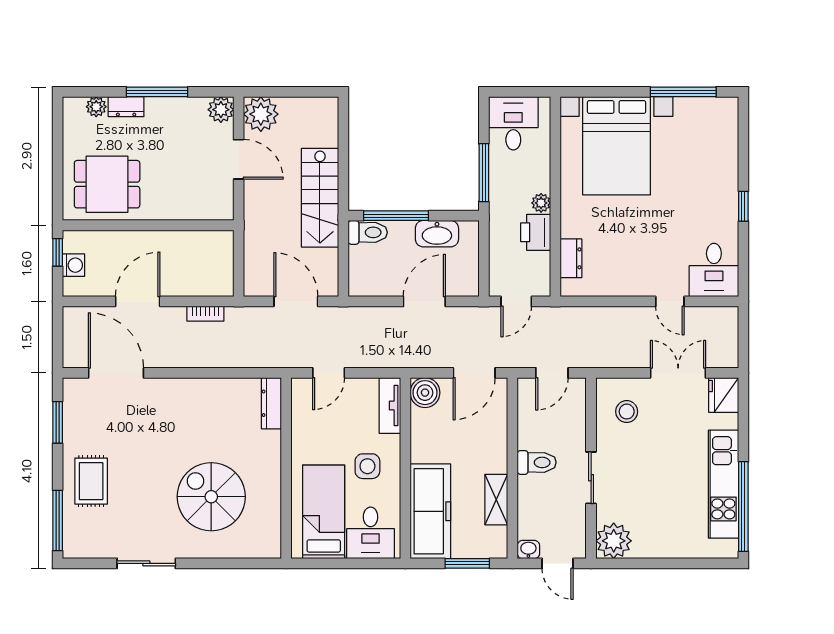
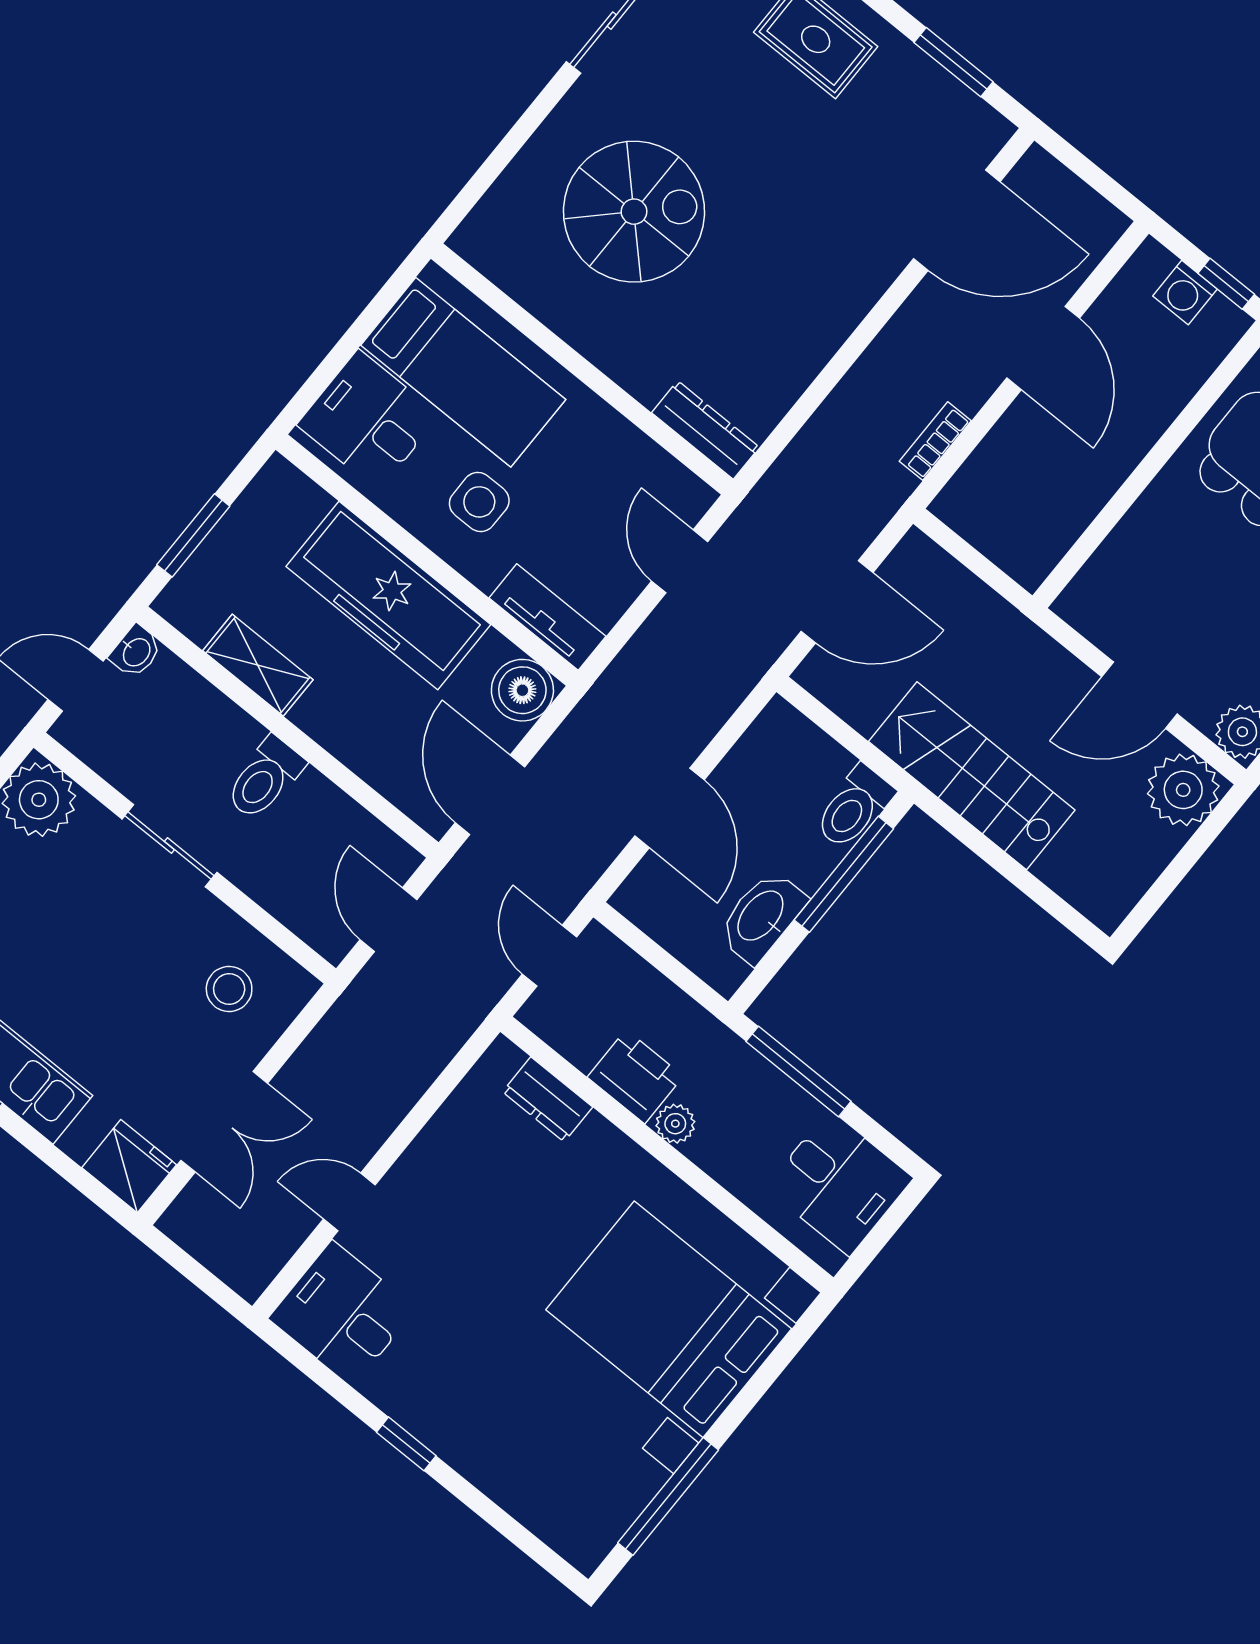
freezer: (430, 511) -> (388, 596), moved

